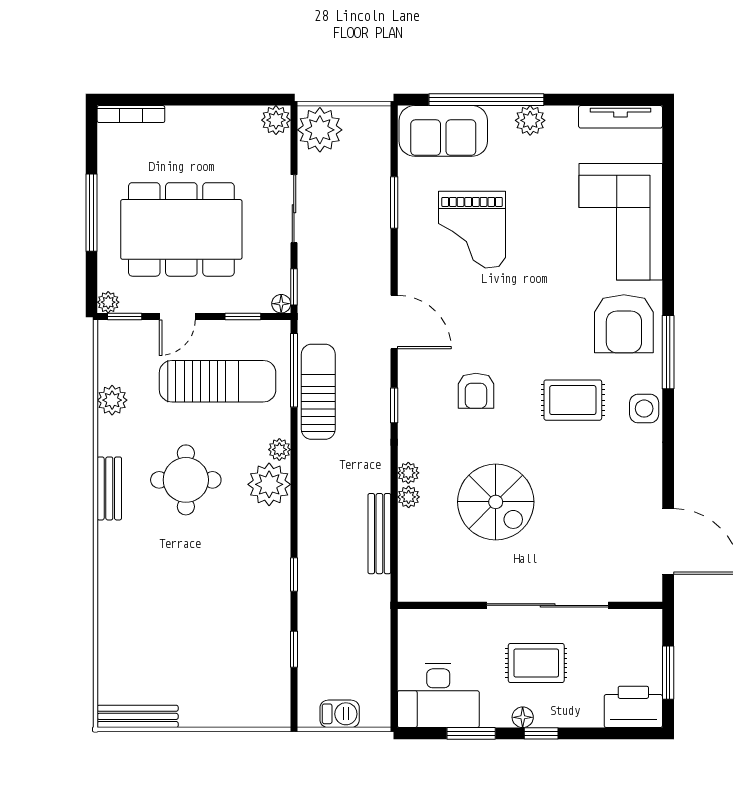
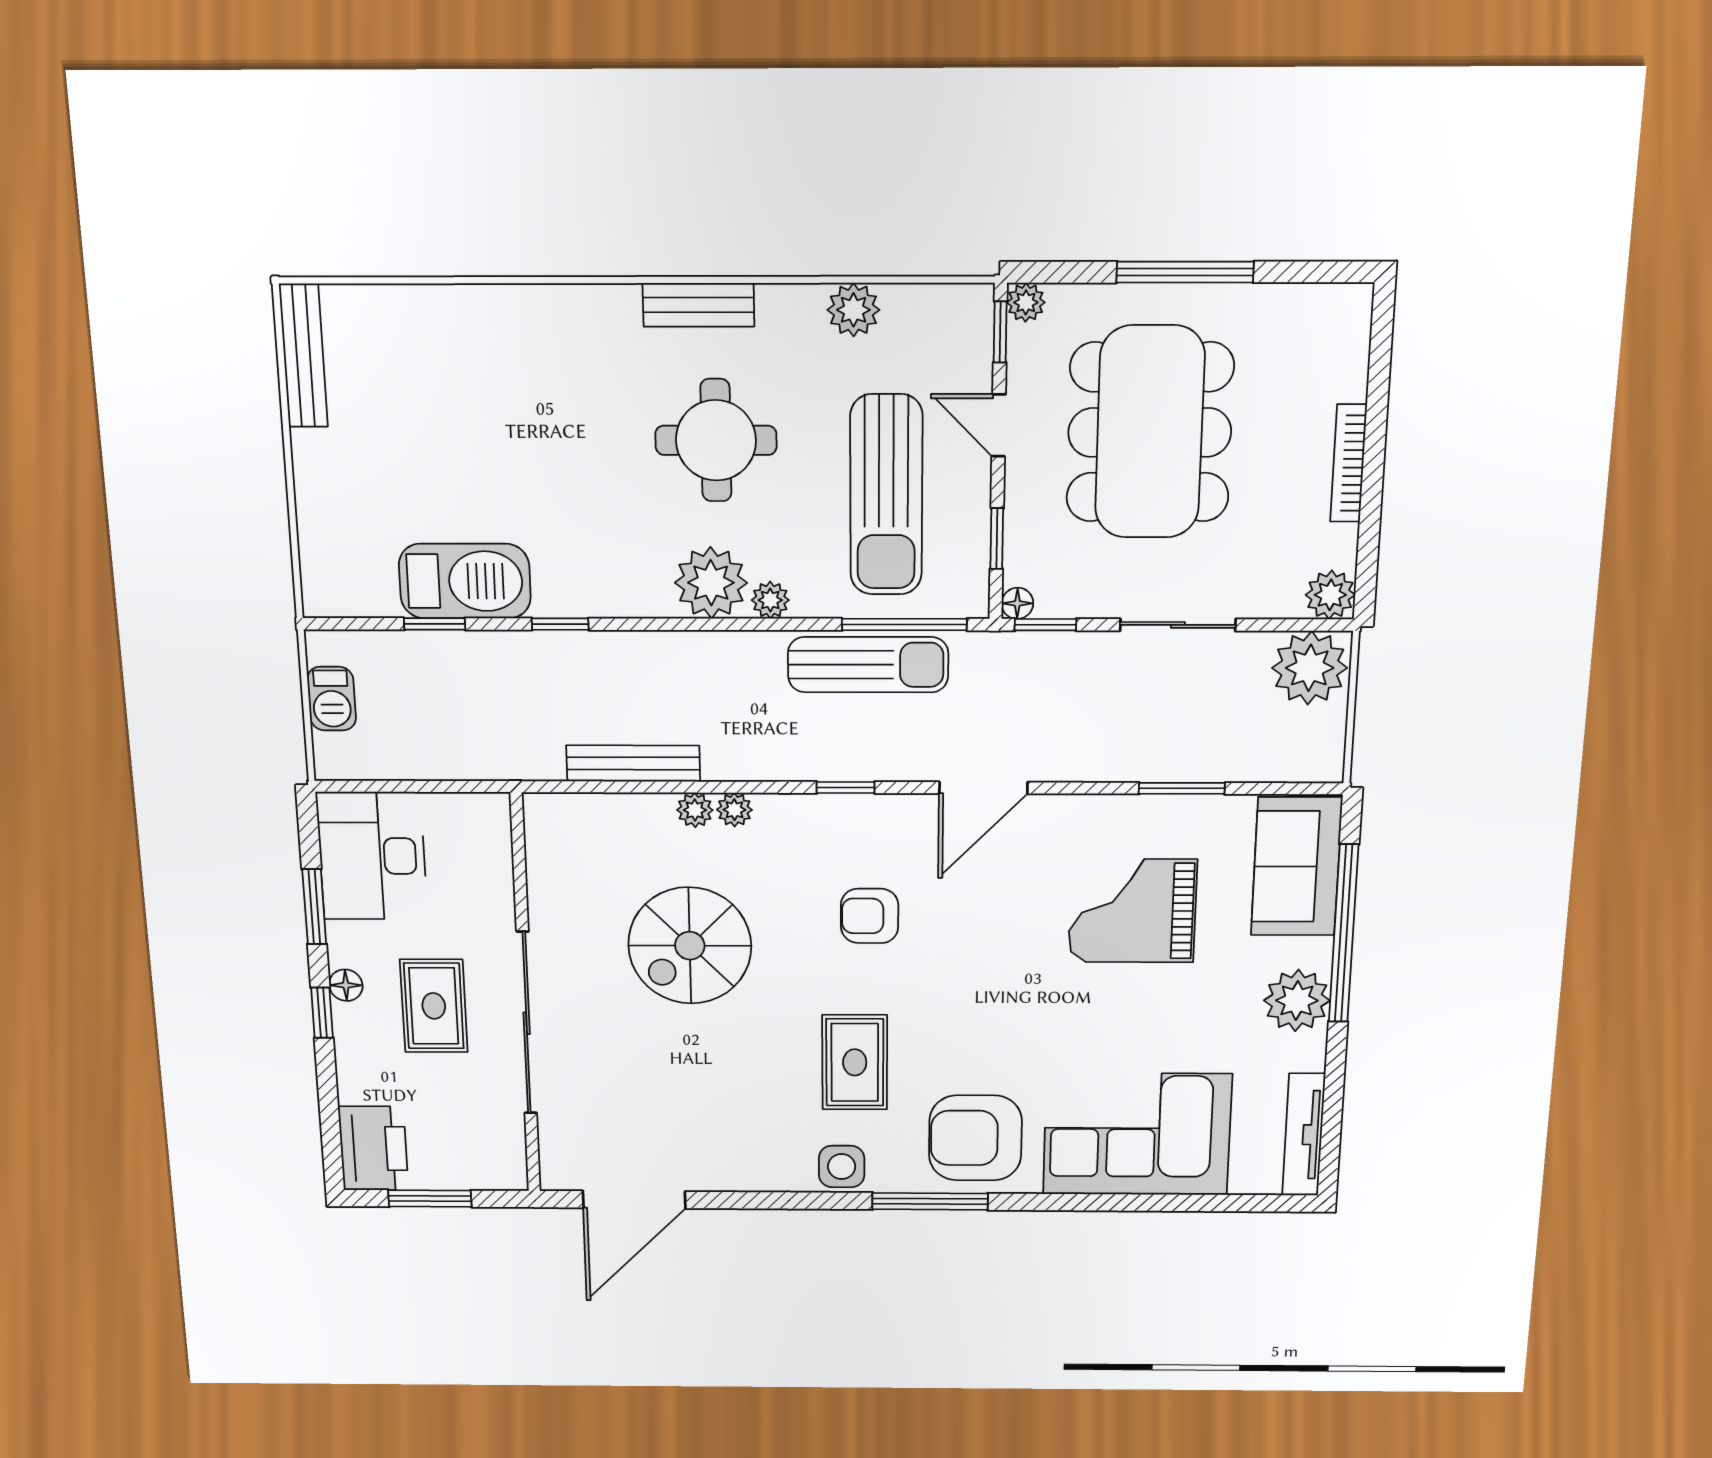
bookcase: (131, 114) -> (1349, 463), moved
plant: (530, 120) -> (1297, 1000), width x1.36, depth x1.36
barbecue: (268, 630) -> (465, 581), added

